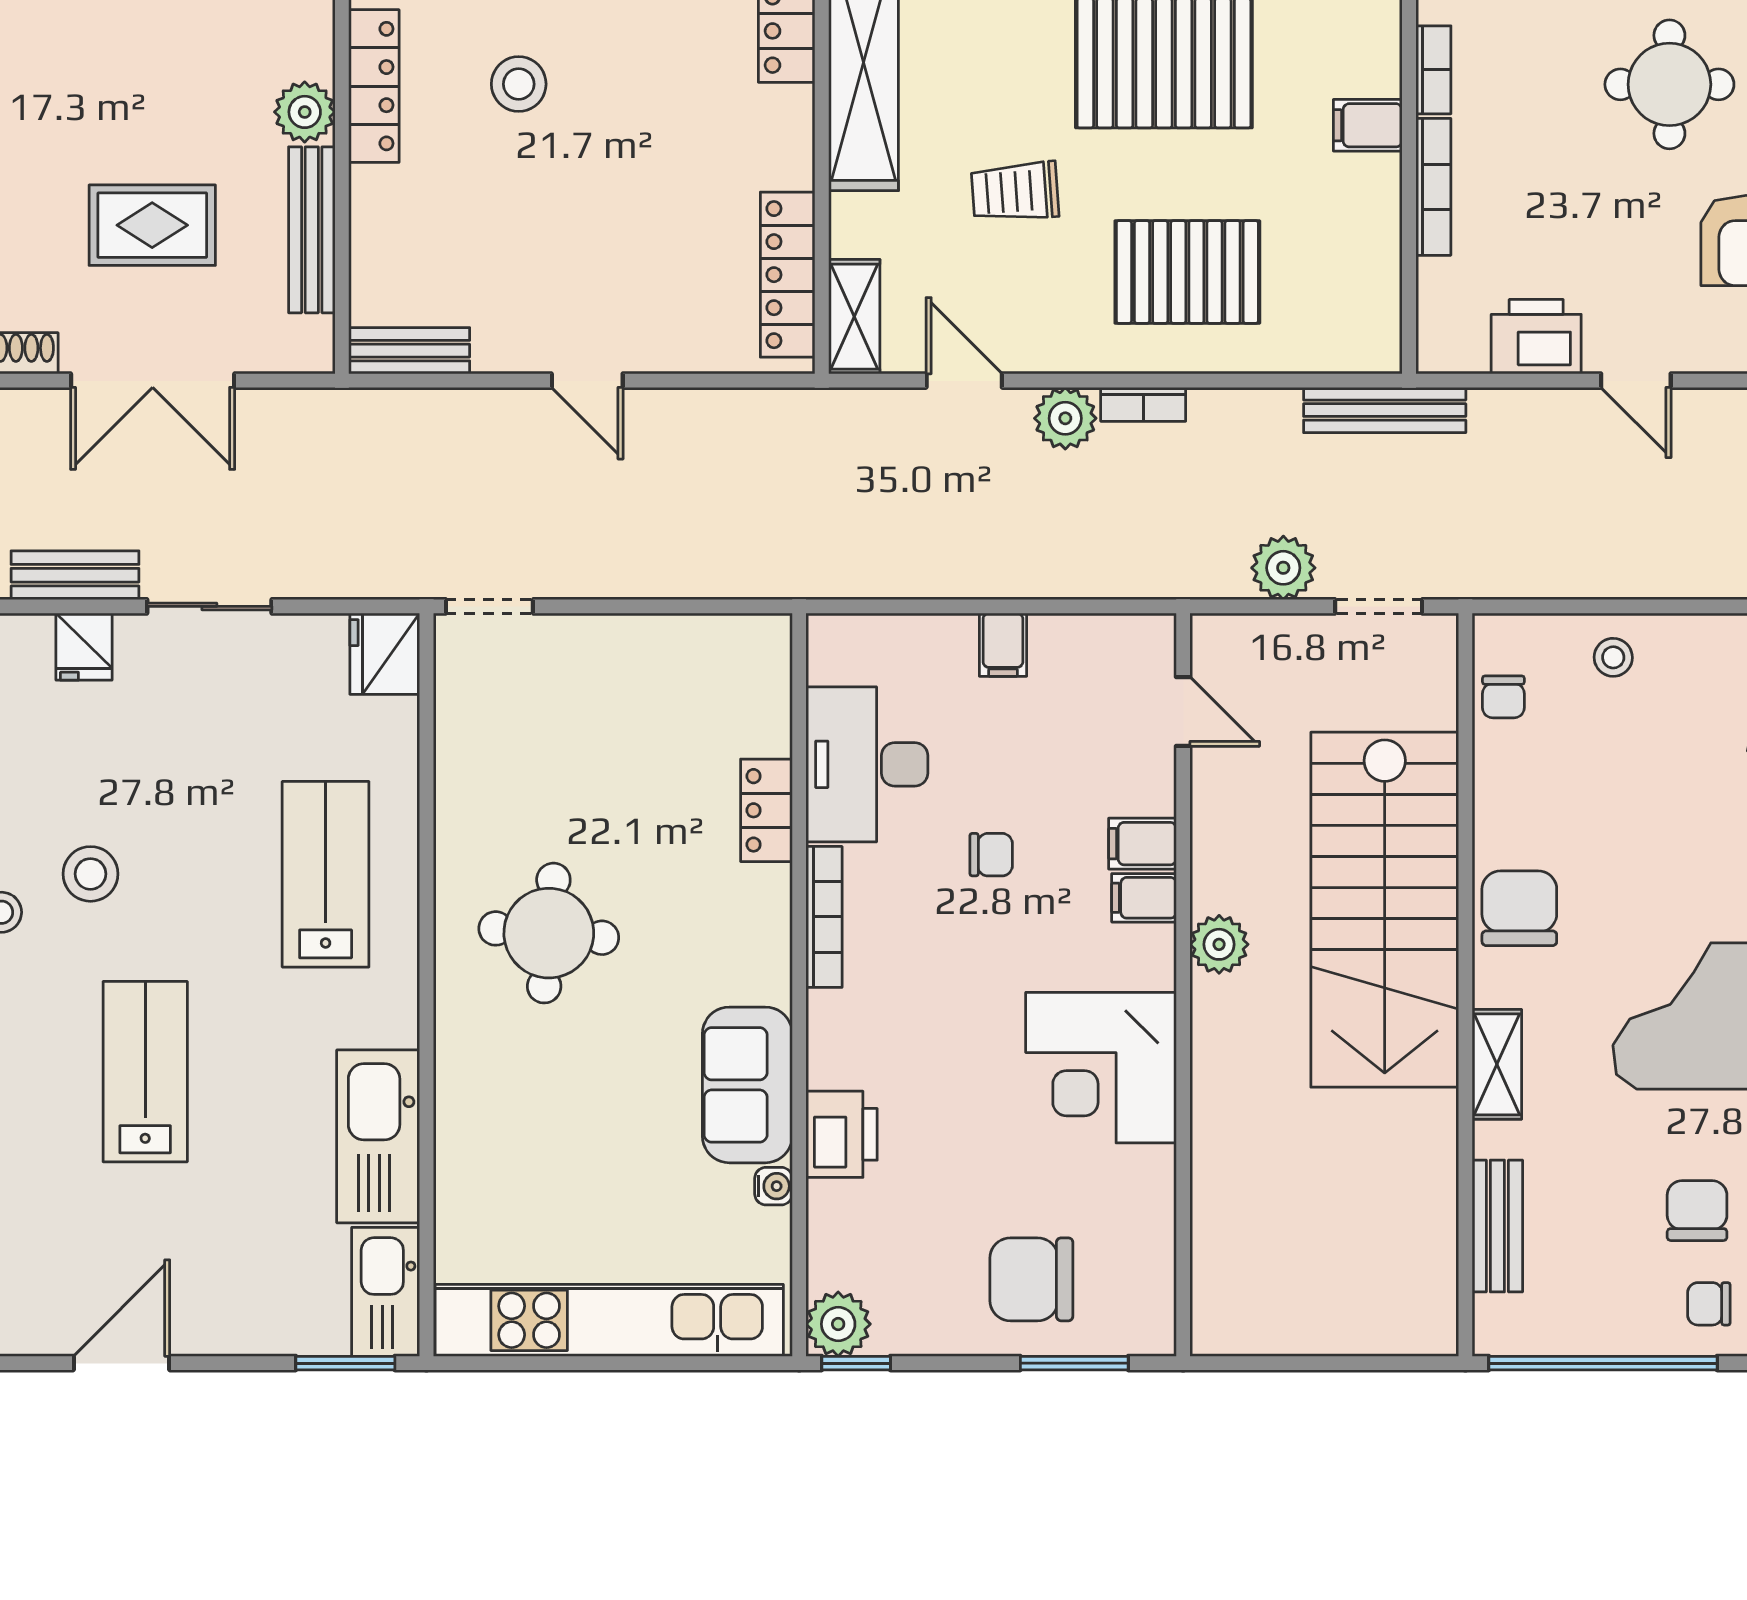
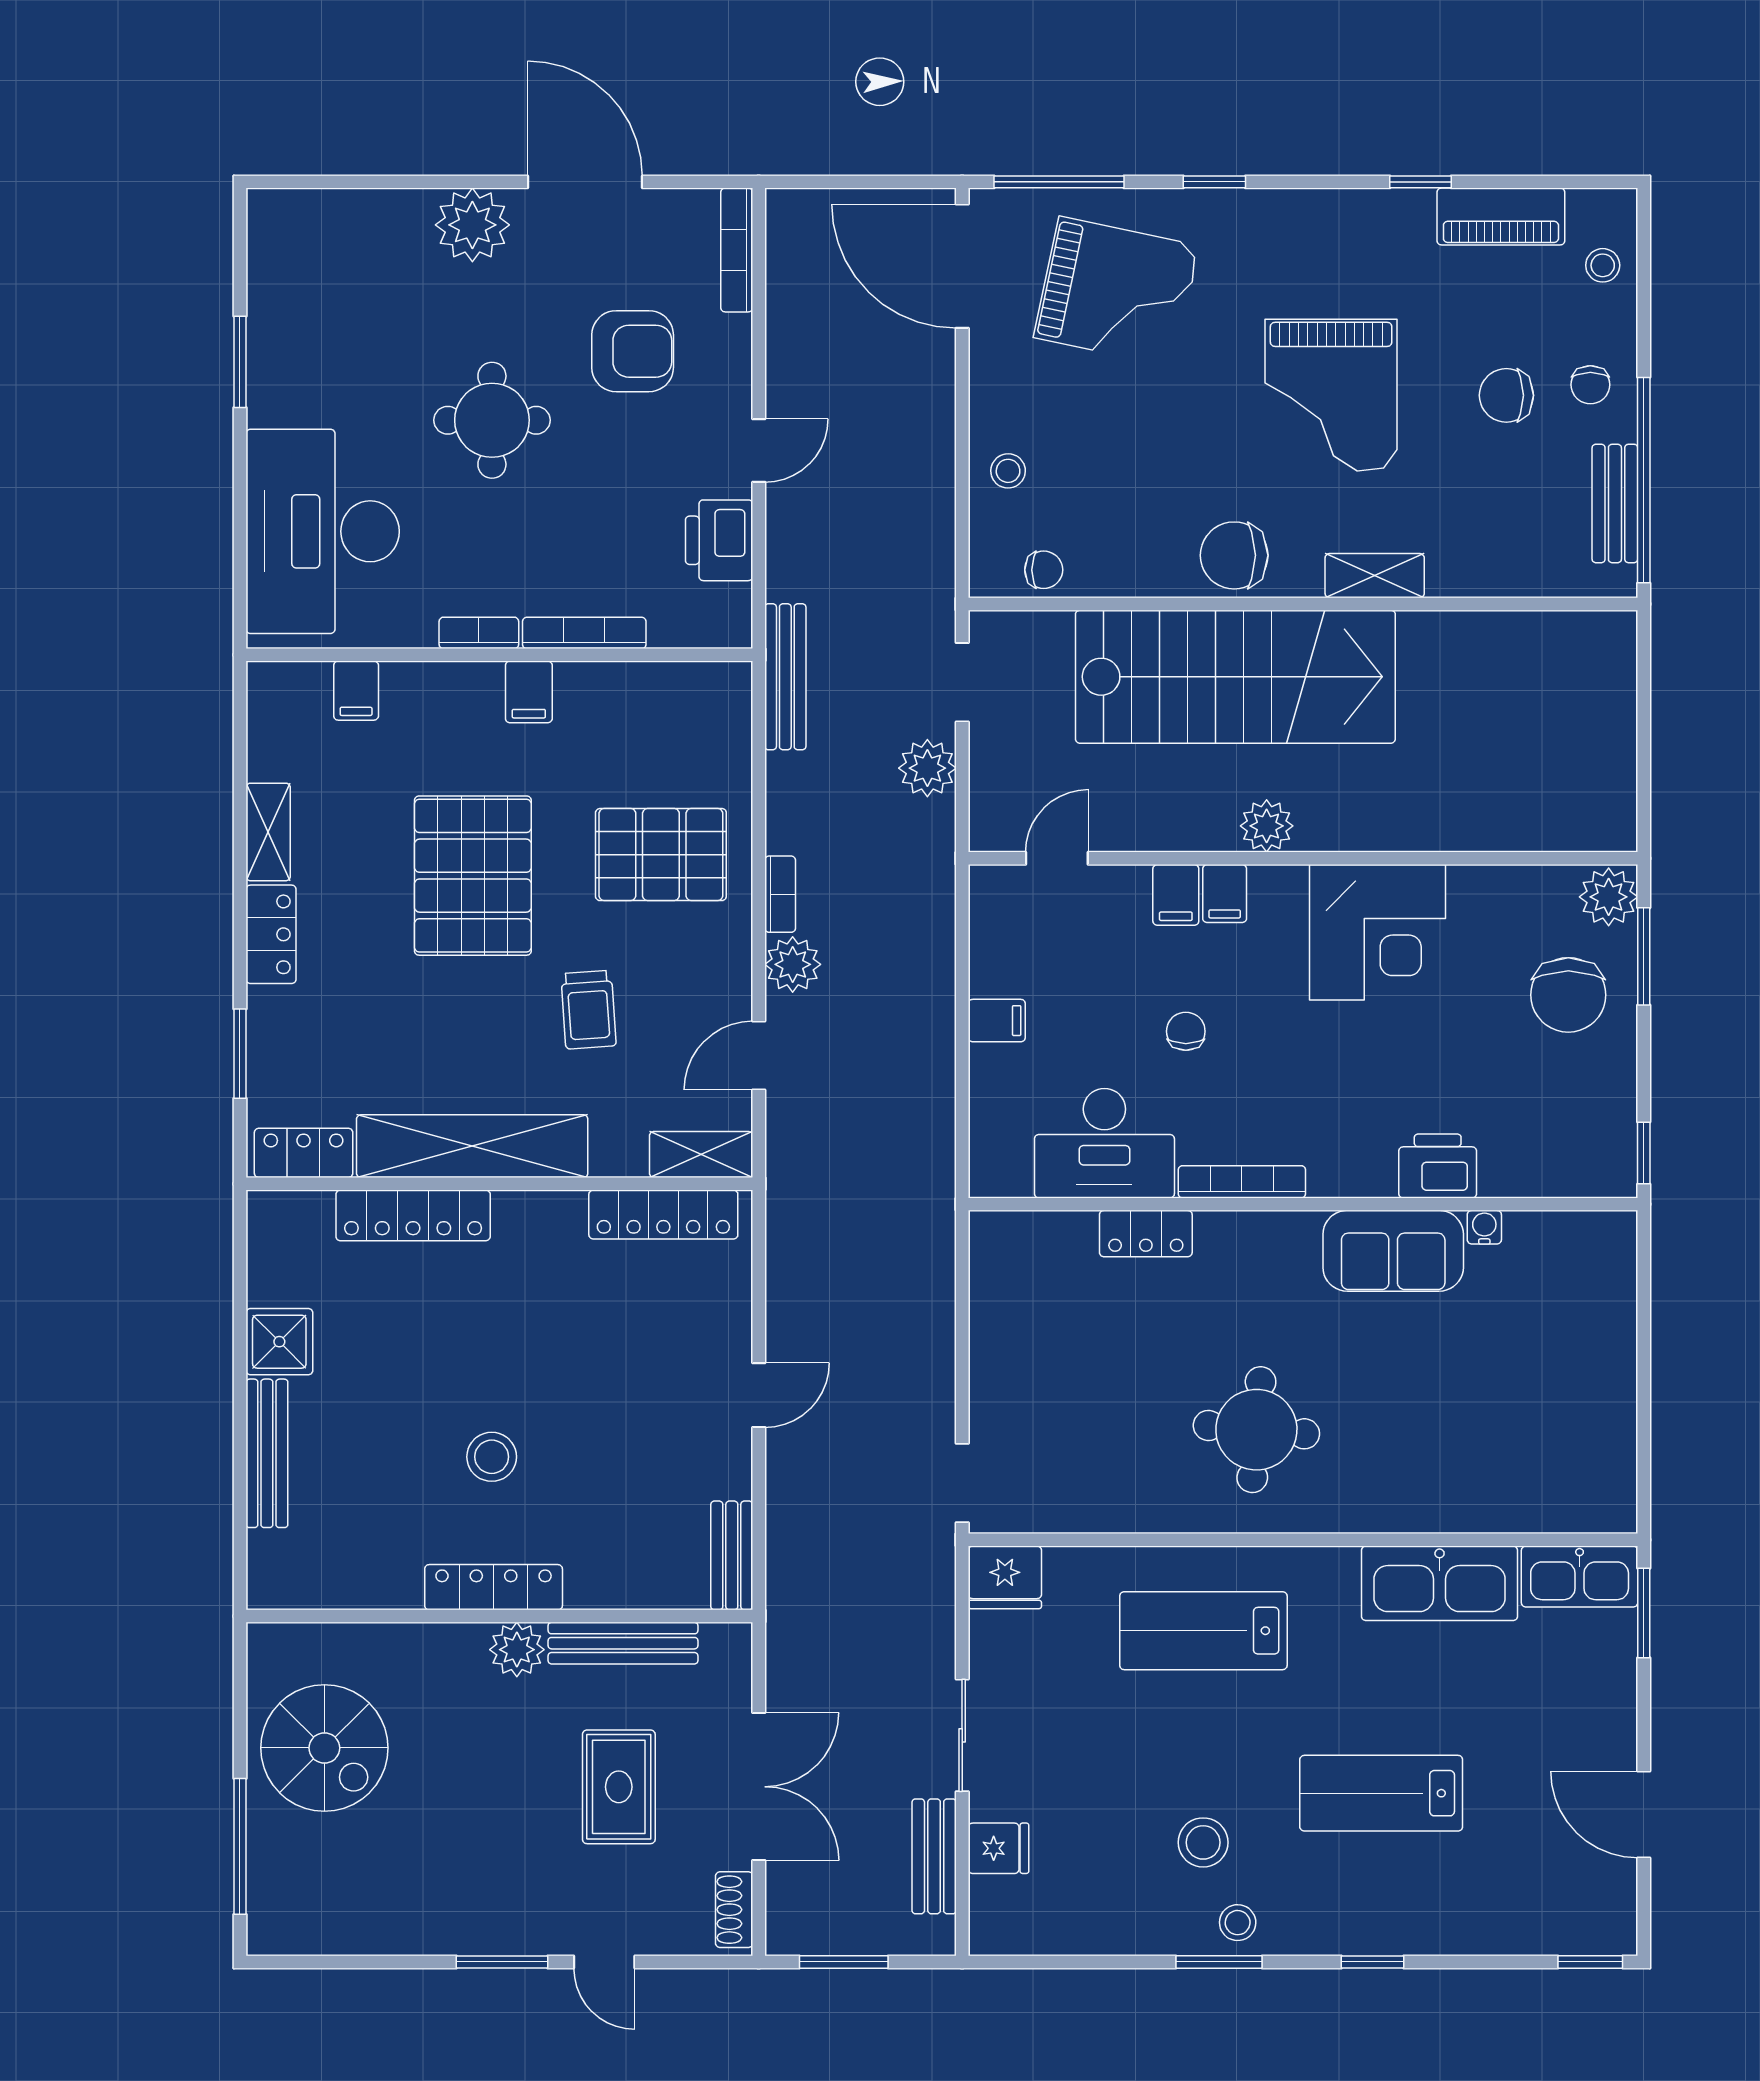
pallet: (1187, 272) -> (661, 855), turned 90
bench: (1497, 1226) -> (1615, 503), moved, turned 90
kitchen unit: (609, 1320) -> (1605, 1375), removed
plant: (838, 1324) -> (1609, 897), moved

